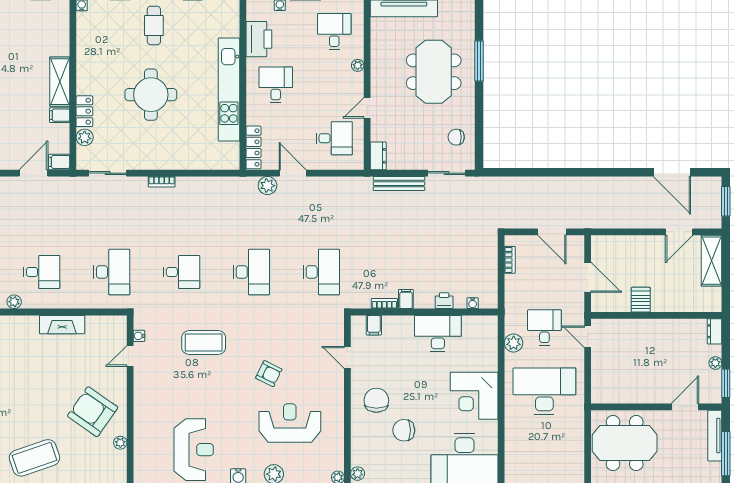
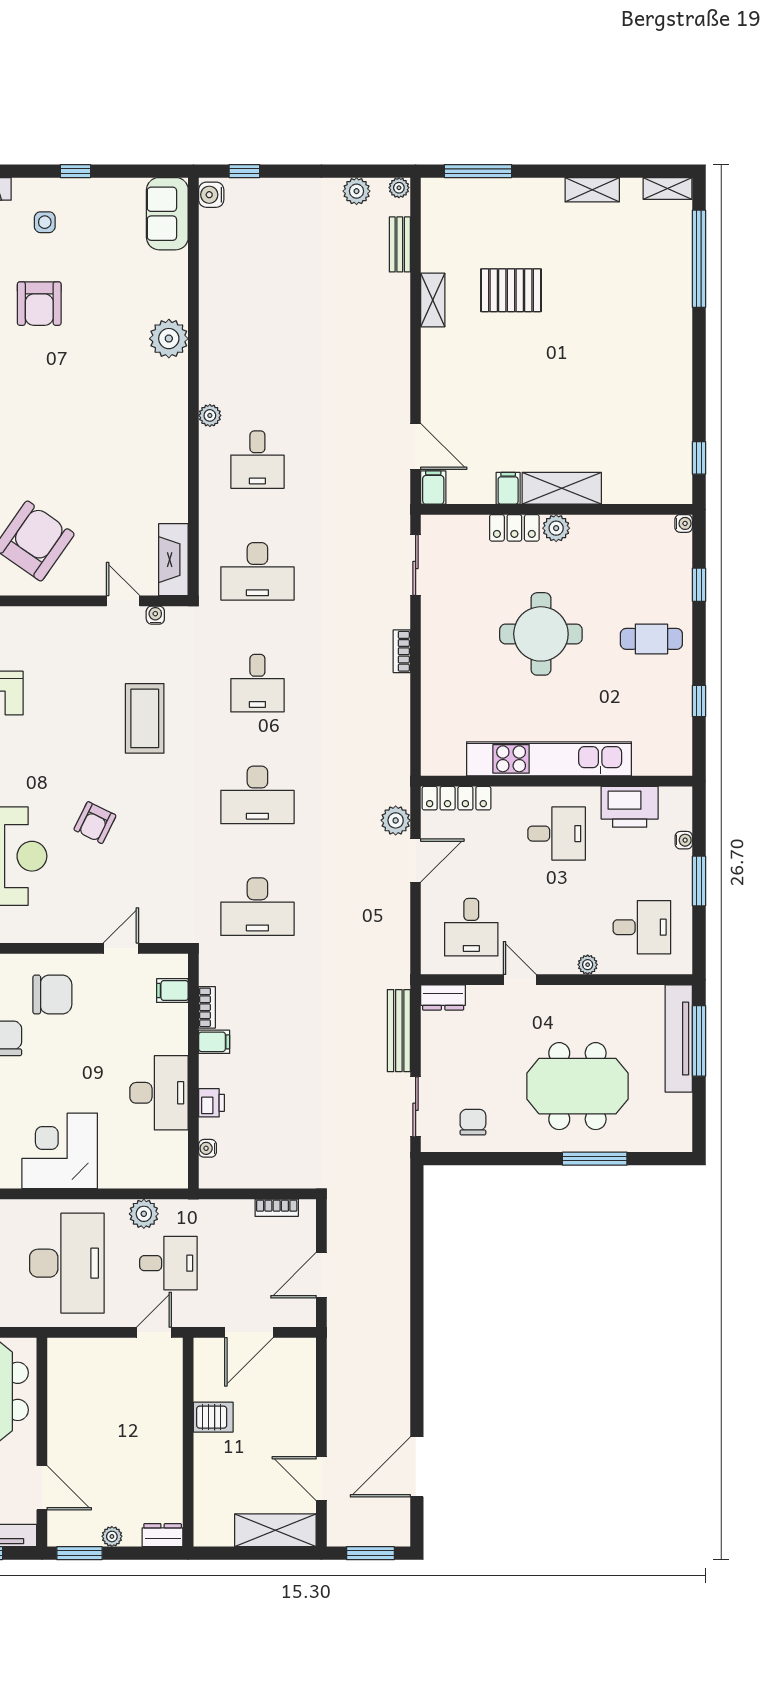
plant: (85, 137) -> (556, 528), moved
fireplace: (62, 325) -> (173, 560), moved

